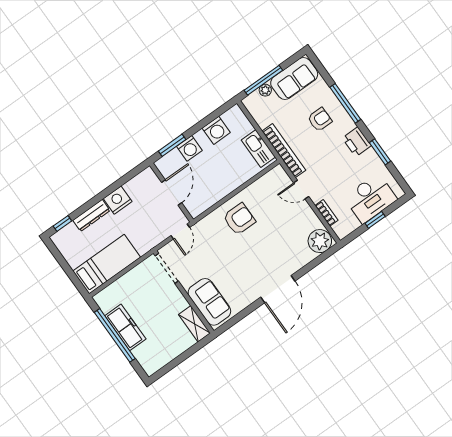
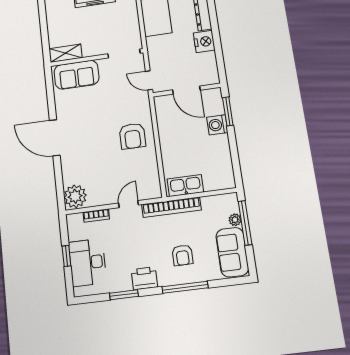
washing machine: (216, 130) -> (221, 157), removed

